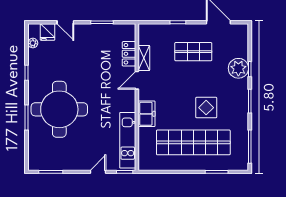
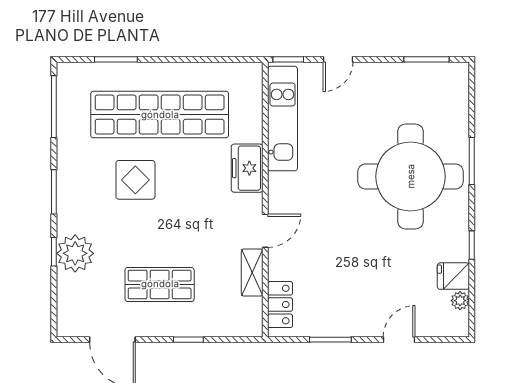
door: (65, 22) -> (399, 340), hinge flipped
fridge: (47, 32) -> (453, 276), moved, turned -90
locker: (129, 54) -> (280, 305), moved

